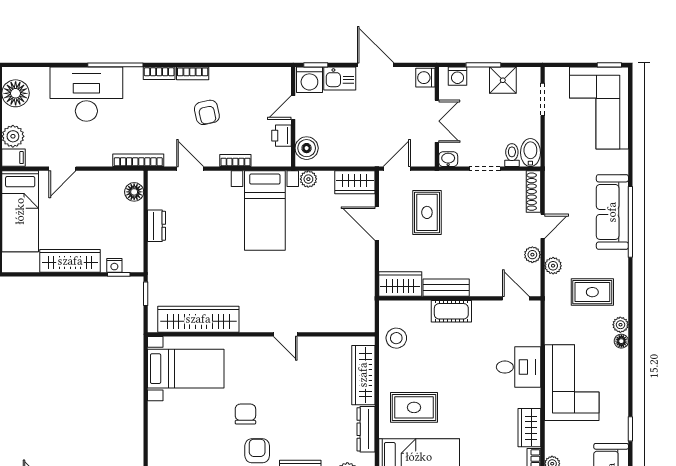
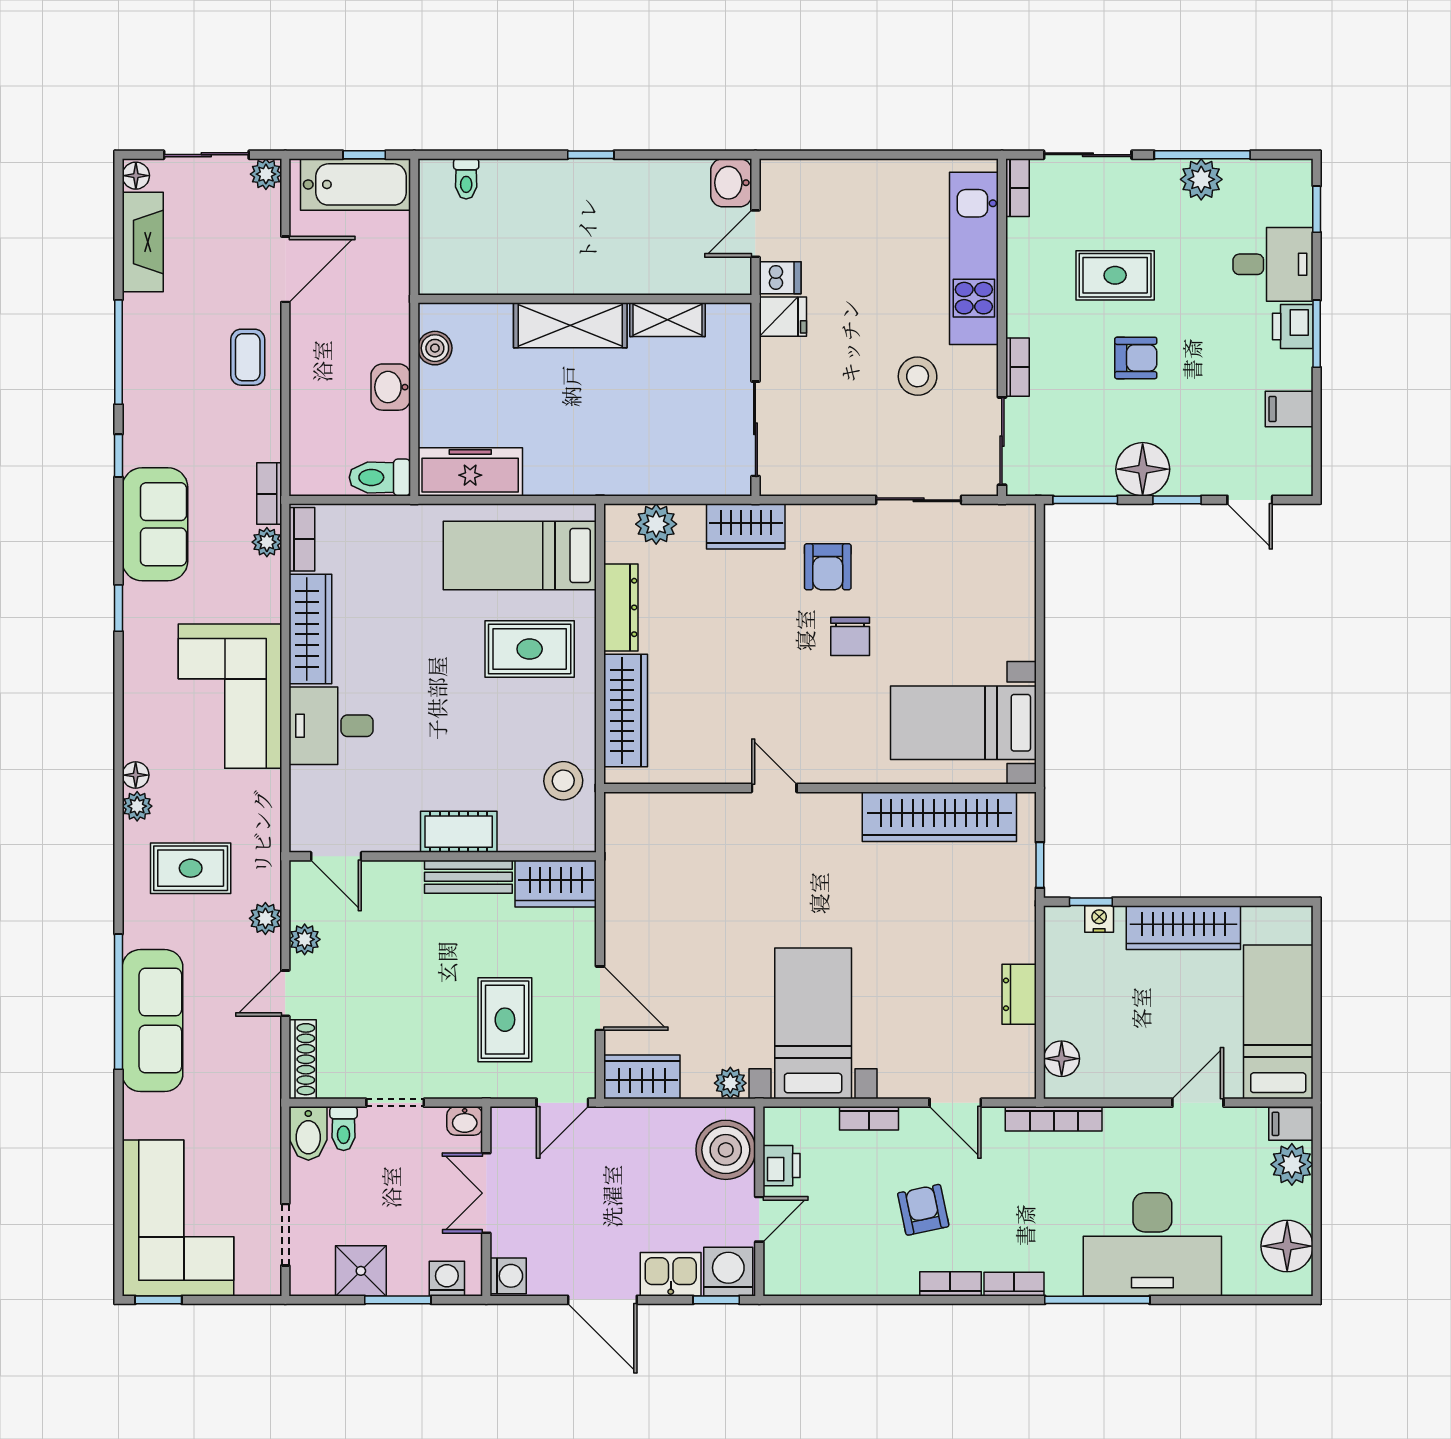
boiler: (307, 148) -> (726, 1150), width x1.37, depth x1.37
wardrobe: (529, 428) -> (310, 629), width x1.50

